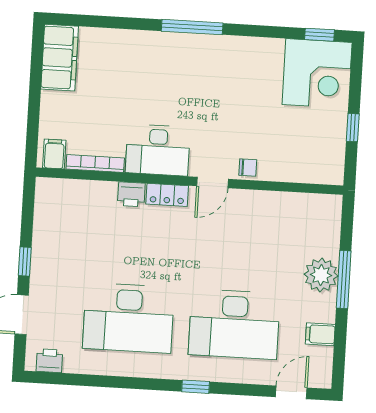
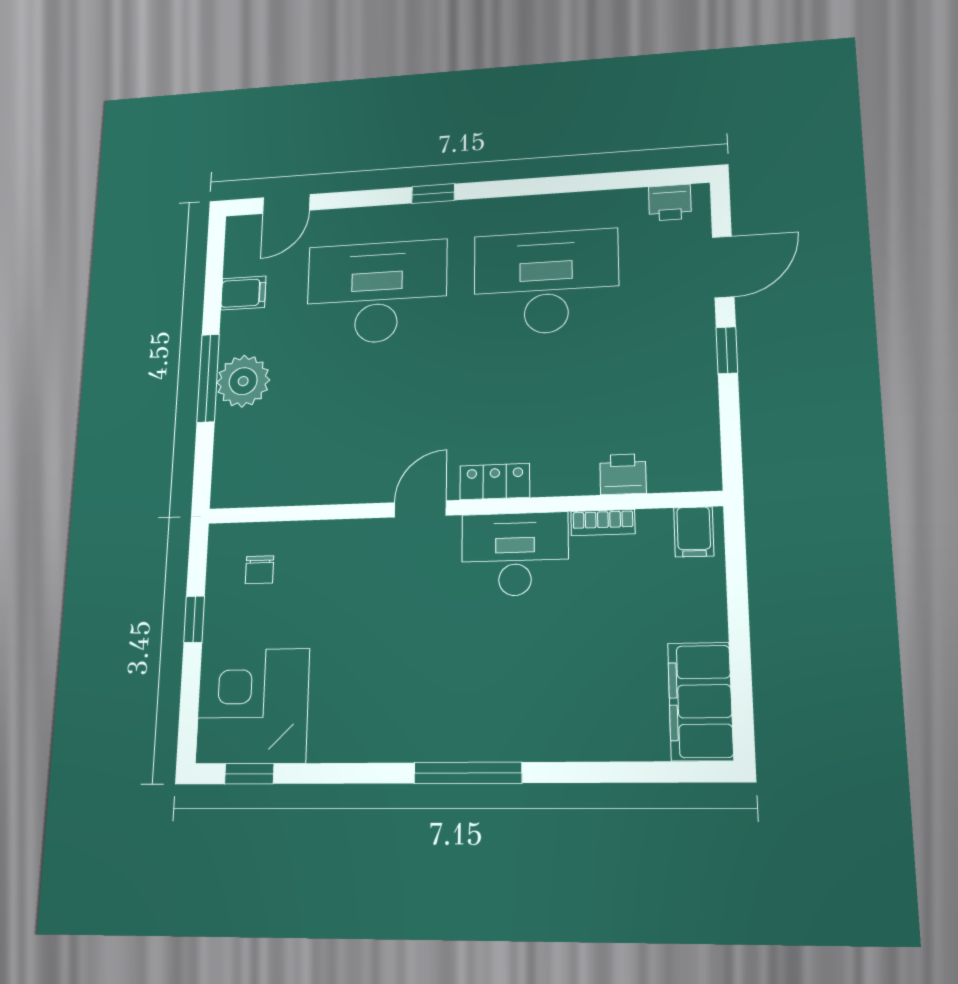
bookcase: (95, 164) -> (603, 523), width x0.64
chair: (248, 168) -> (260, 570), moved, turned -90
printer: (131, 194) -> (623, 474), moved

